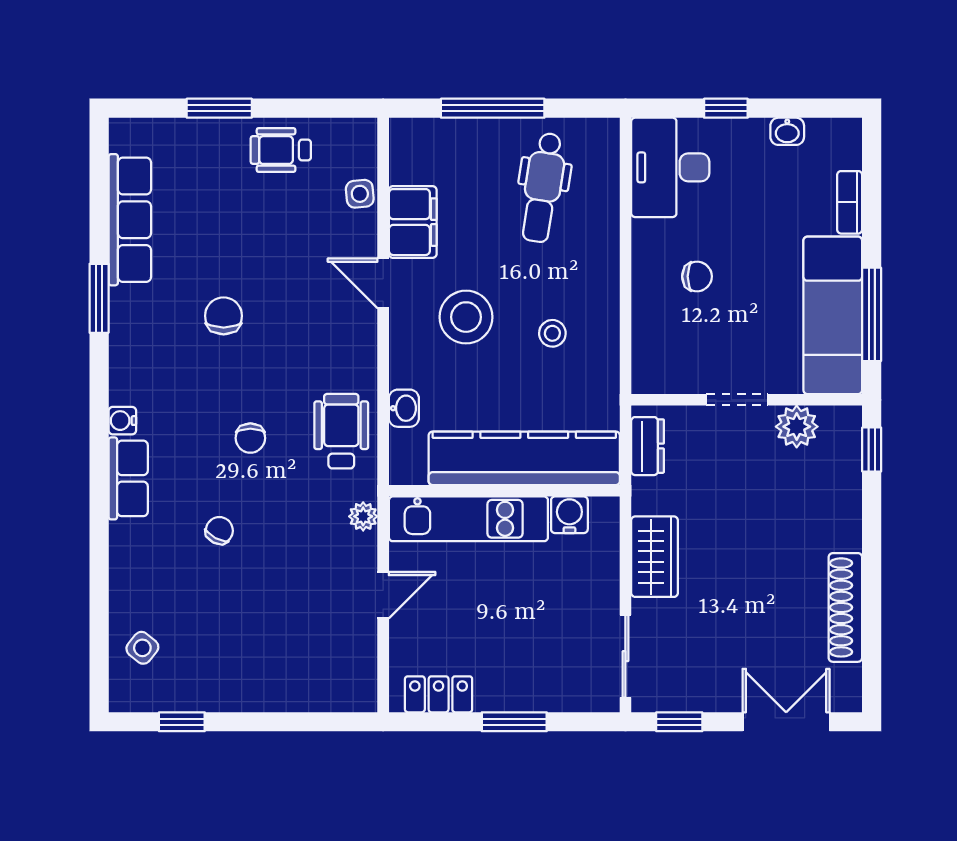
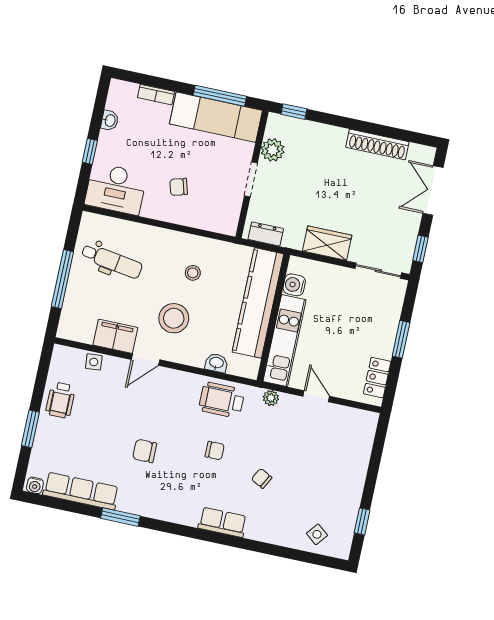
chair: (697, 276) -> (179, 187), turned -106
water cooler: (122, 421) -> (35, 485), moved

